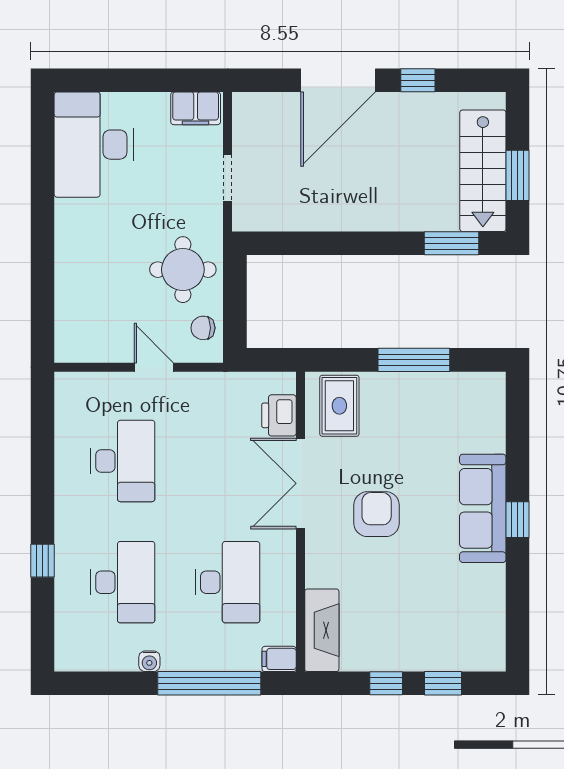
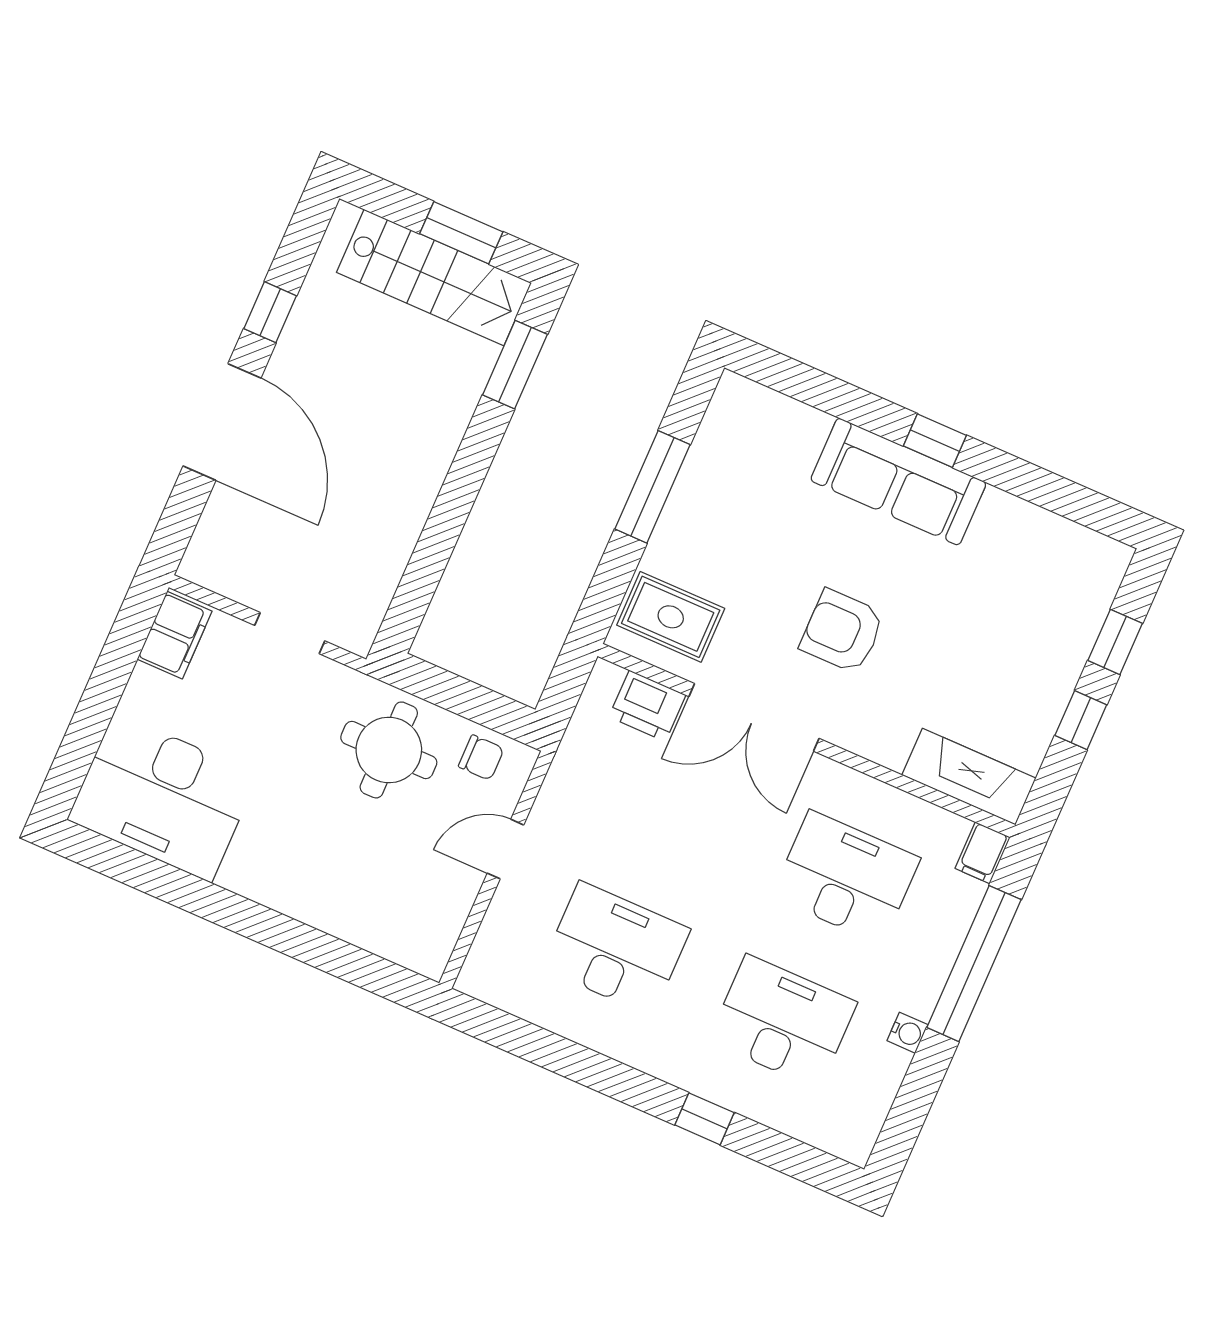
chair: (203, 328) -> (481, 758), turned -90

